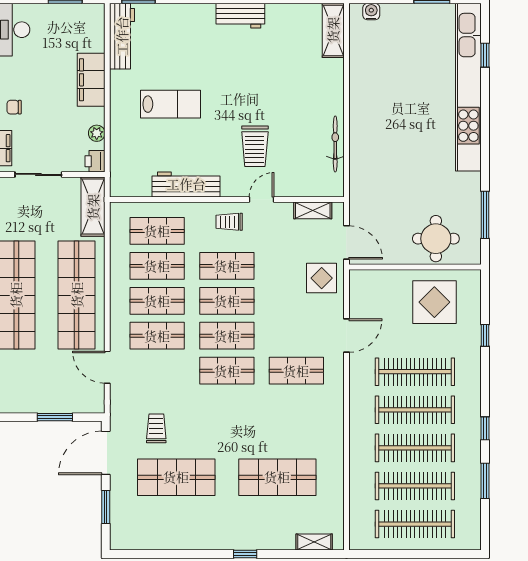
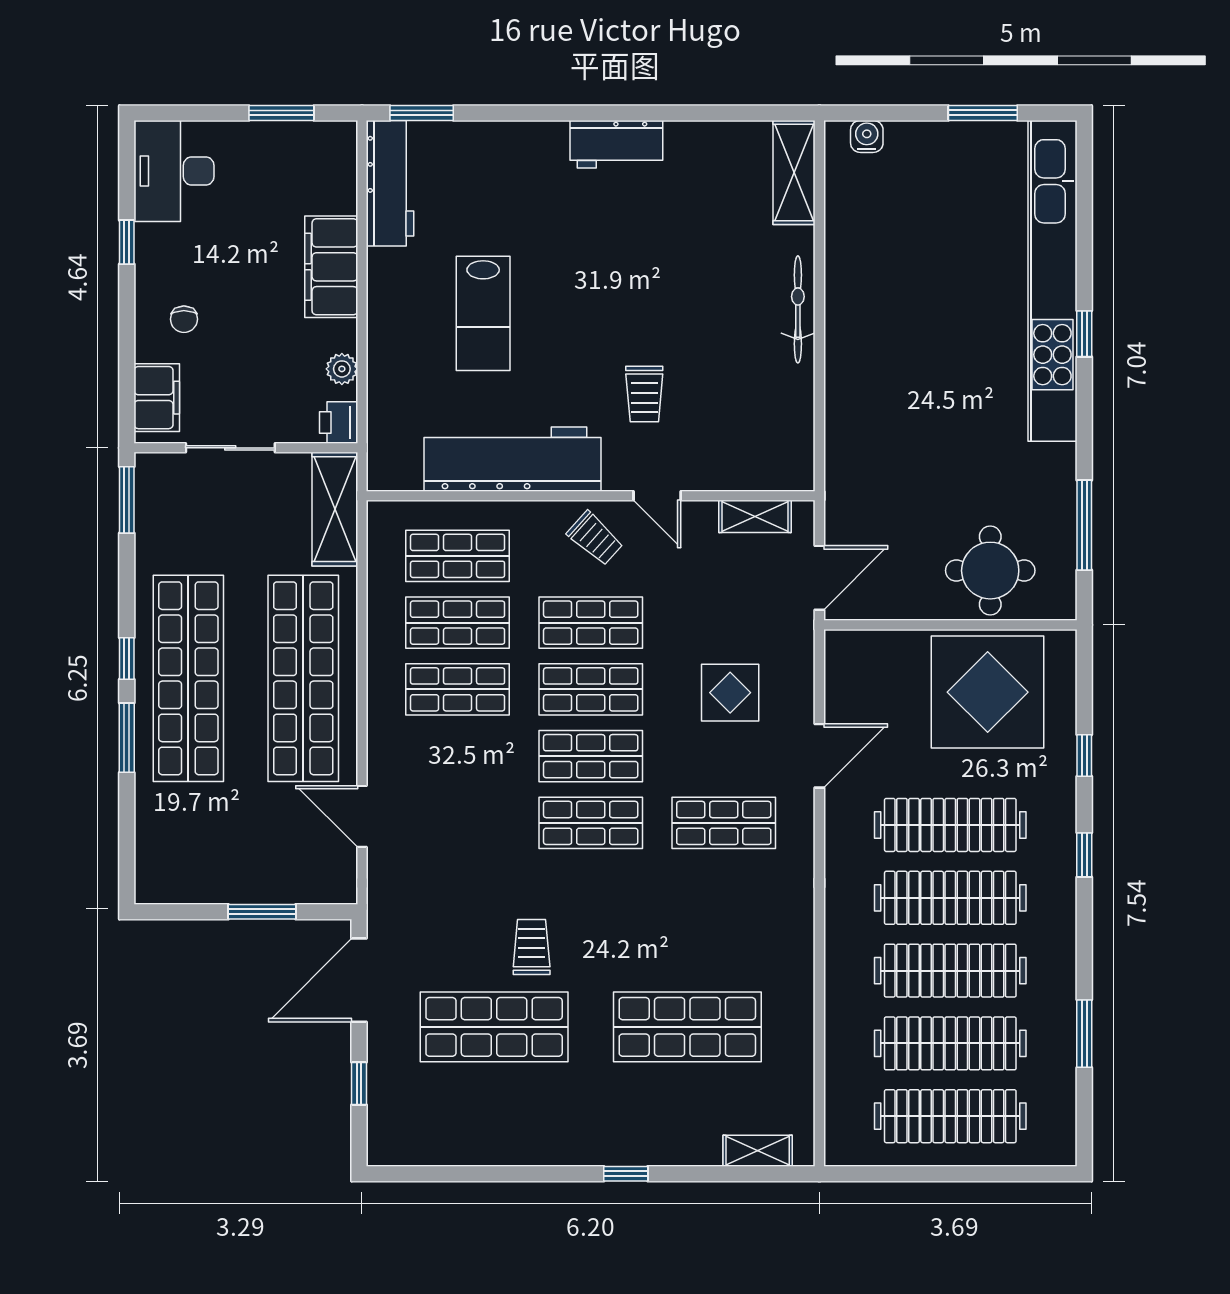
window: (485, 55) -> (1084, 334), moved
lab bench: (171, 104) -> (483, 313), turned 90
chair: (14, 107) -> (184, 319), turned -90
bicycle: (335, 144) -> (798, 309), moved
trolley: (255, 146) -> (644, 394), width x0.73, depth x0.72
workbench: (186, 184) -> (512, 459), width x1.36, depth x1.32
door: (262, 200) -> (657, 496), swing flipped
trolley: (229, 222) -> (595, 538), turned -138
door: (346, 242) -> (819, 578), hinge flipped
display table: (322, 278) -> (730, 693), moved
display table: (434, 302) -> (988, 692), width x1.36, depth x1.36
shop shelf: (157, 336) -> (458, 756), removed
trolley: (156, 428) -> (532, 947), moved
window: (485, 428) -> (1084, 855), moved
window: (106, 507) -> (359, 1083), width x0.67

